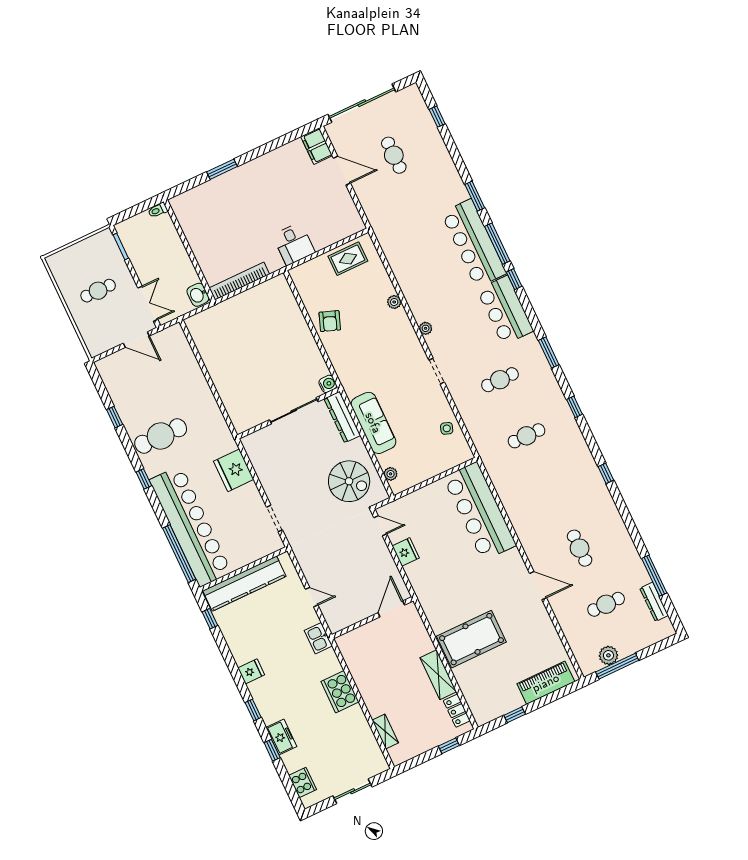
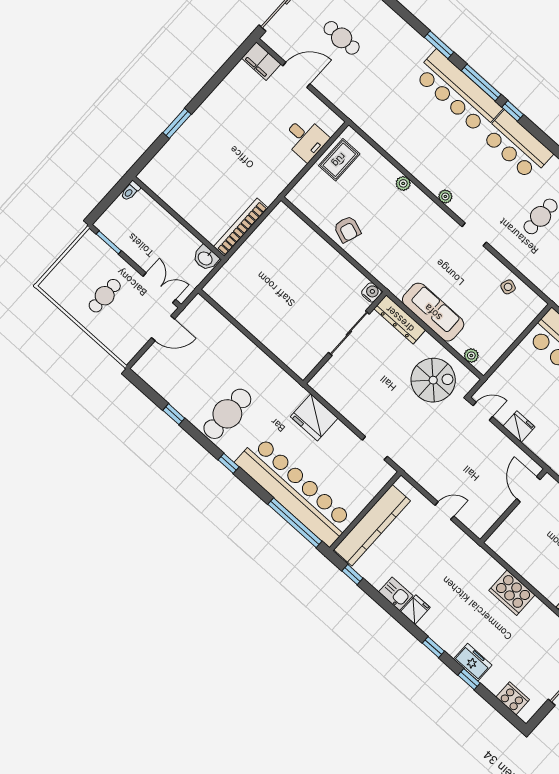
desk: (294, 244) -> (305, 139), moved
kitchen sink: (318, 638) -> (396, 594), moved, turned 180

